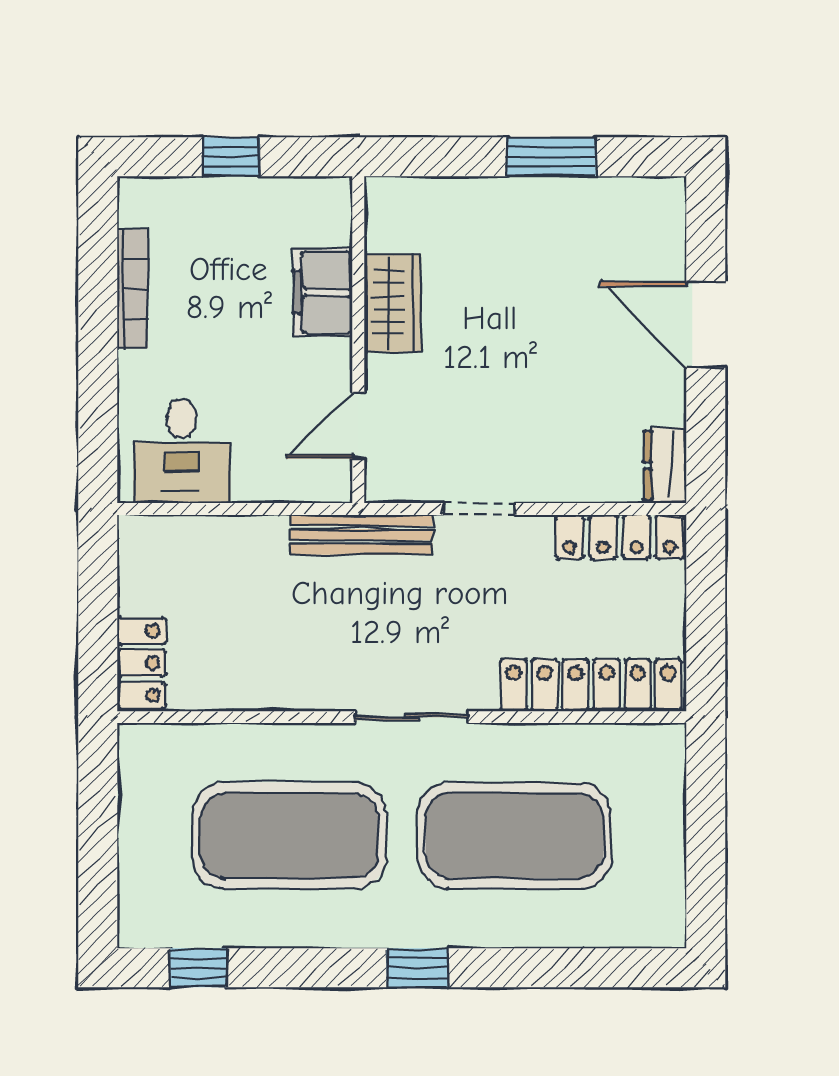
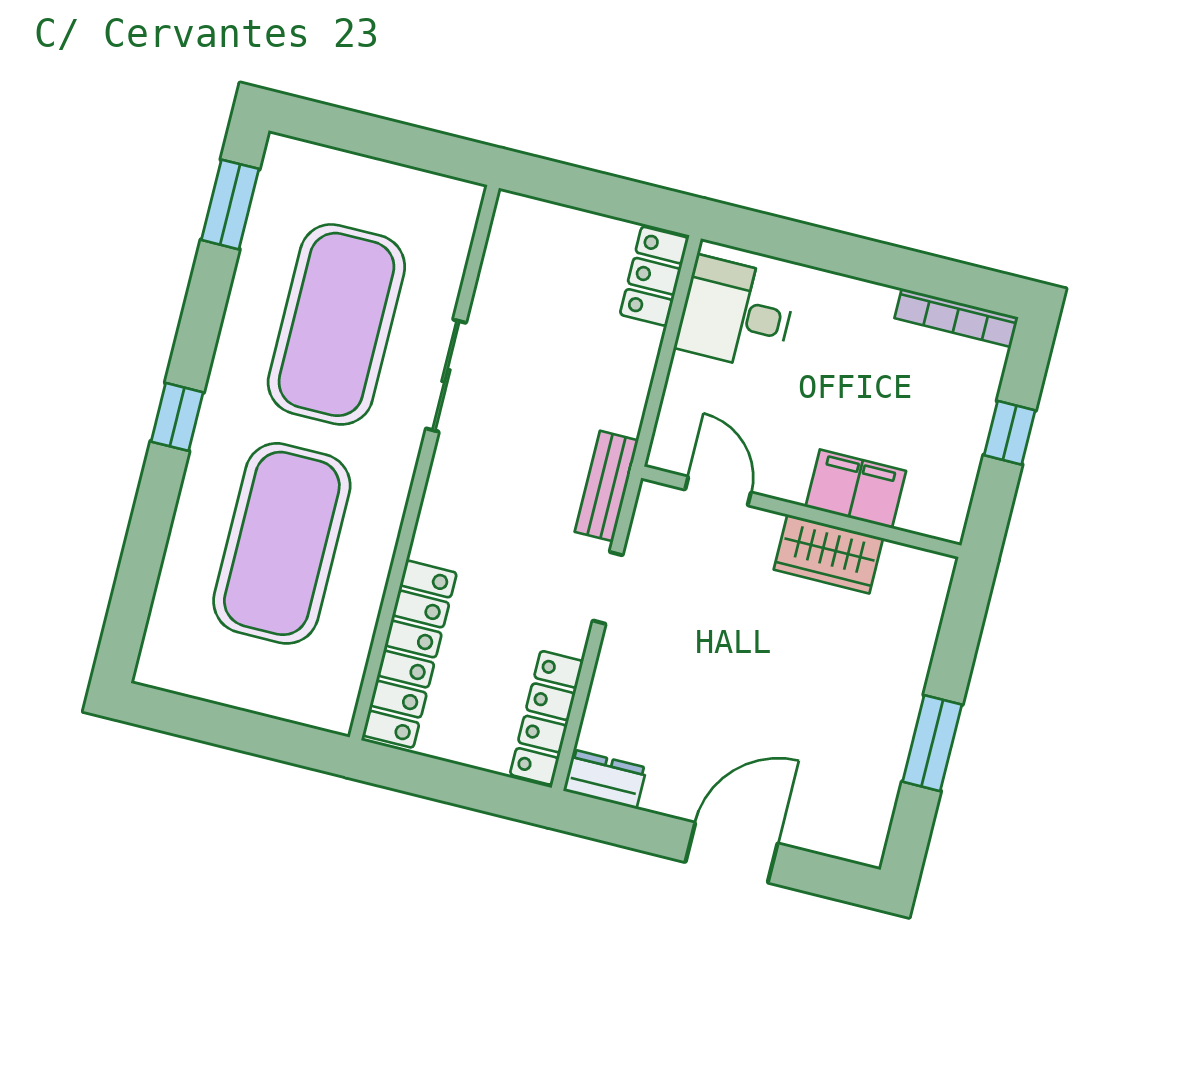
bookcase: (133, 288) -> (956, 318), moved
bench: (361, 535) -> (606, 486), width x0.73
locker: (142, 663) -> (654, 276), moved, turned 90
sliding door: (412, 717) -> (446, 376), moved
window: (198, 968) -> (230, 204), width x1.50

